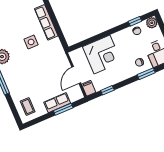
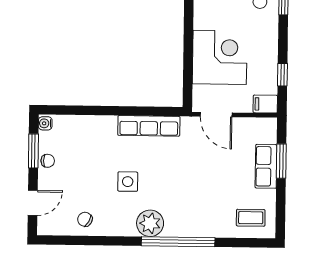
row of seats: (46, 22) -> (149, 126), moved
side table: (31, 42) -> (128, 182), moved
door: (76, 75) -> (216, 115), moved

